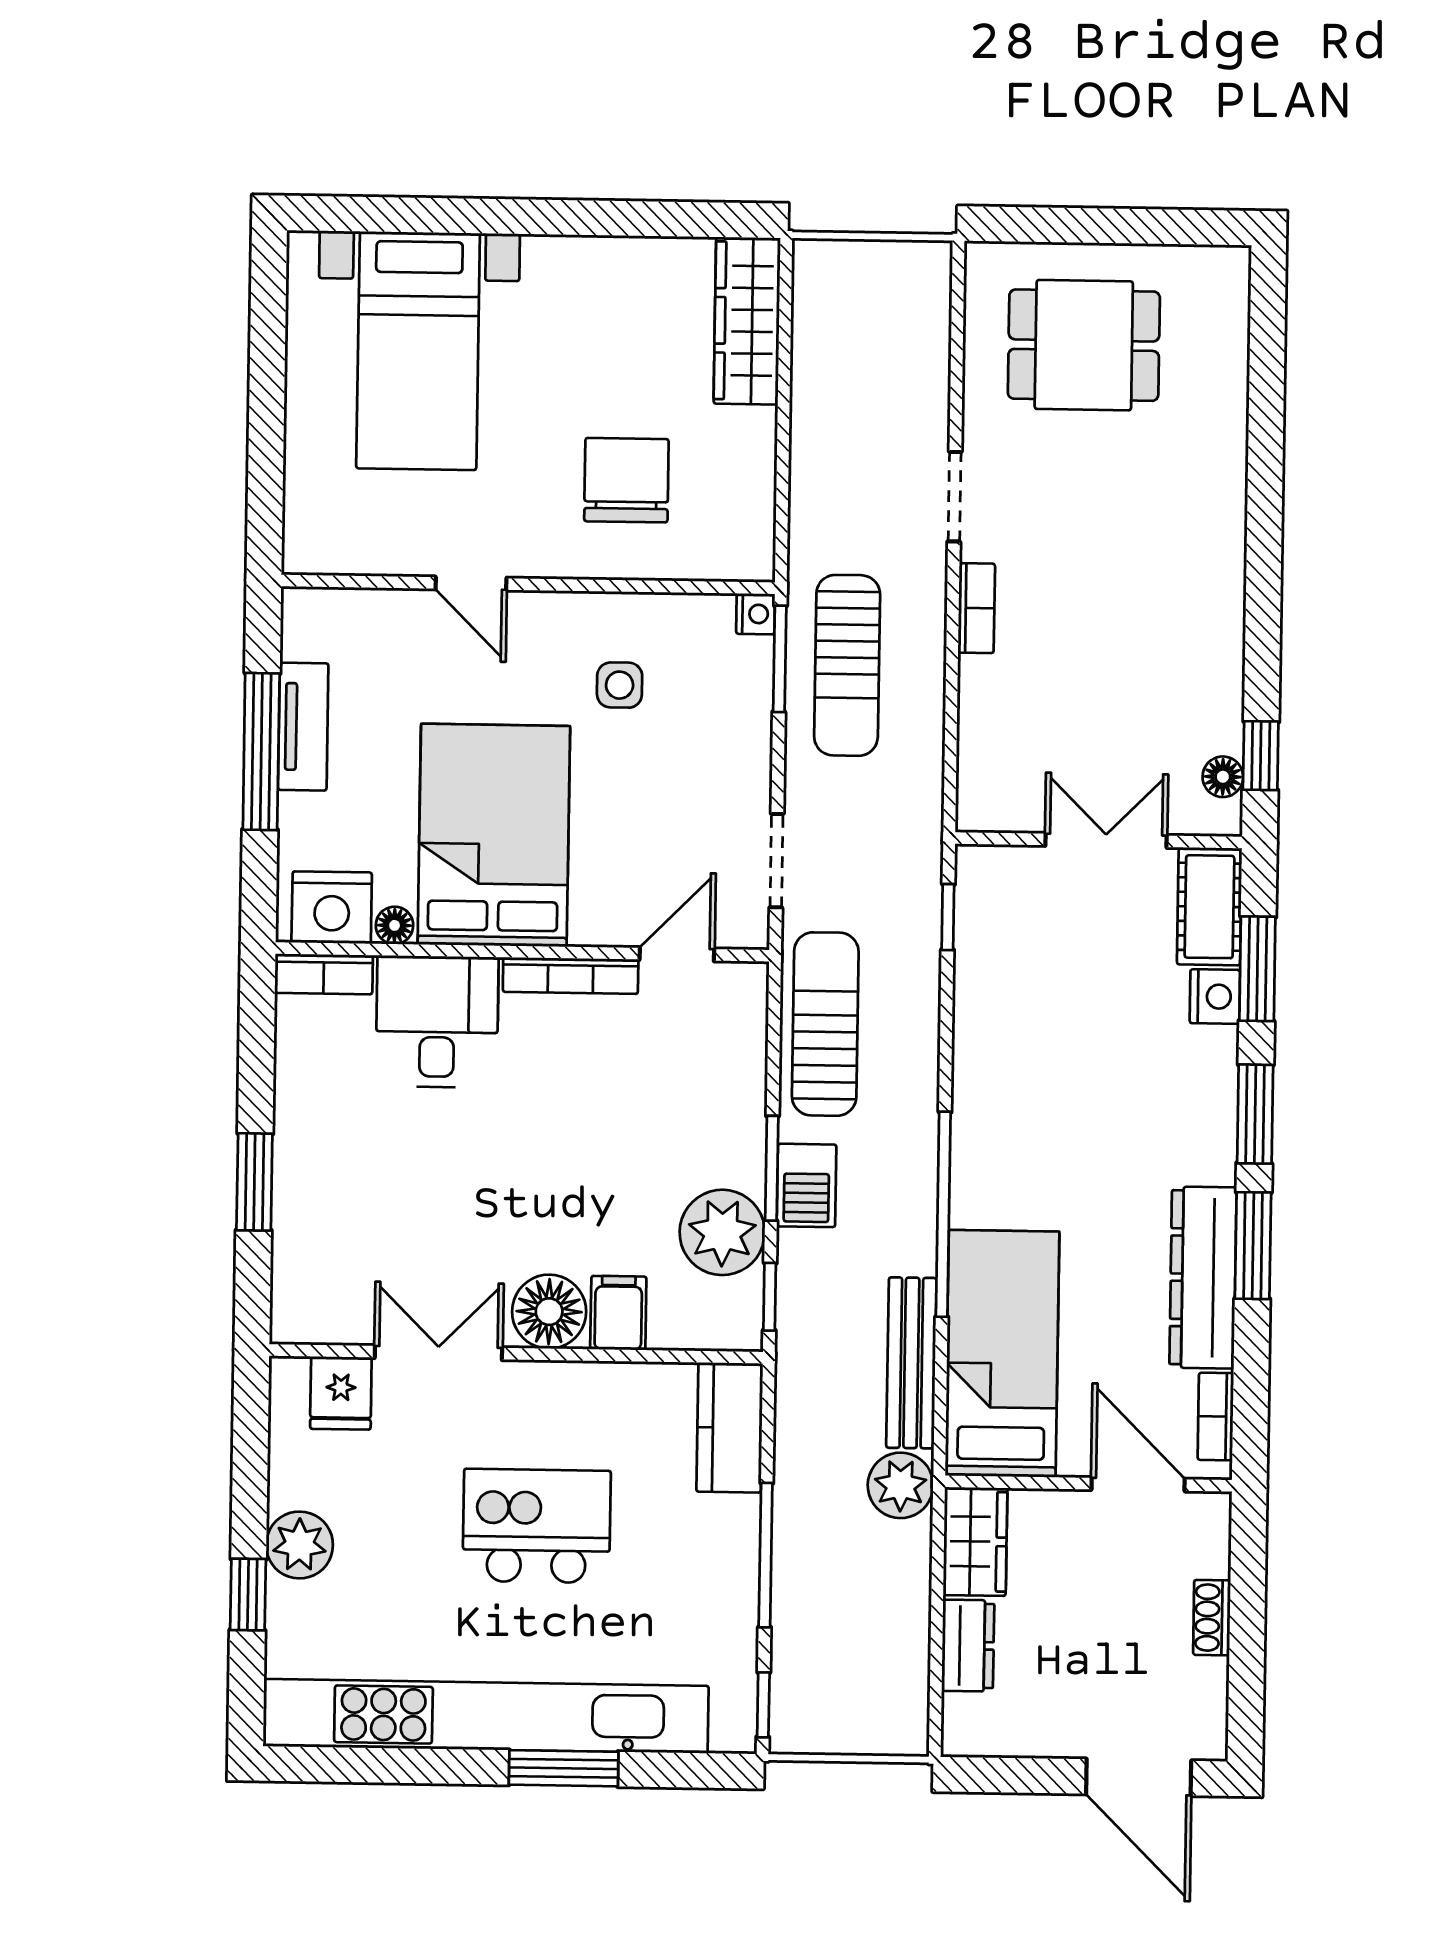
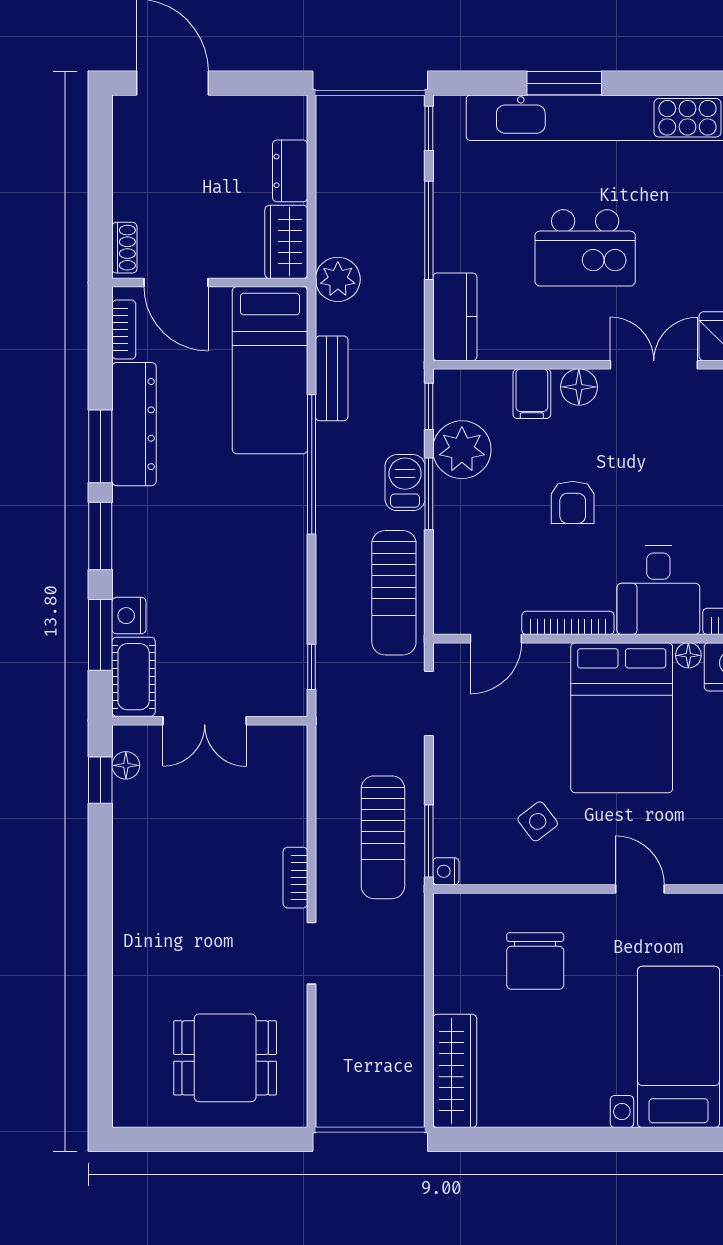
sun lounger: (847, 665) -> (383, 837), turned 180
side table: (620, 685) -> (538, 821), turned -37
armchair: (561, 1152) -> (573, 502), added
floor lamp: (549, 1312) -> (579, 387), width x0.73, depth x0.73
double door: (438, 1353) -> (654, 365), swing flipped
bench: (911, 1363) -> (332, 378), width x0.73
shoe rack: (1212, 1618) -> (124, 248), moved

